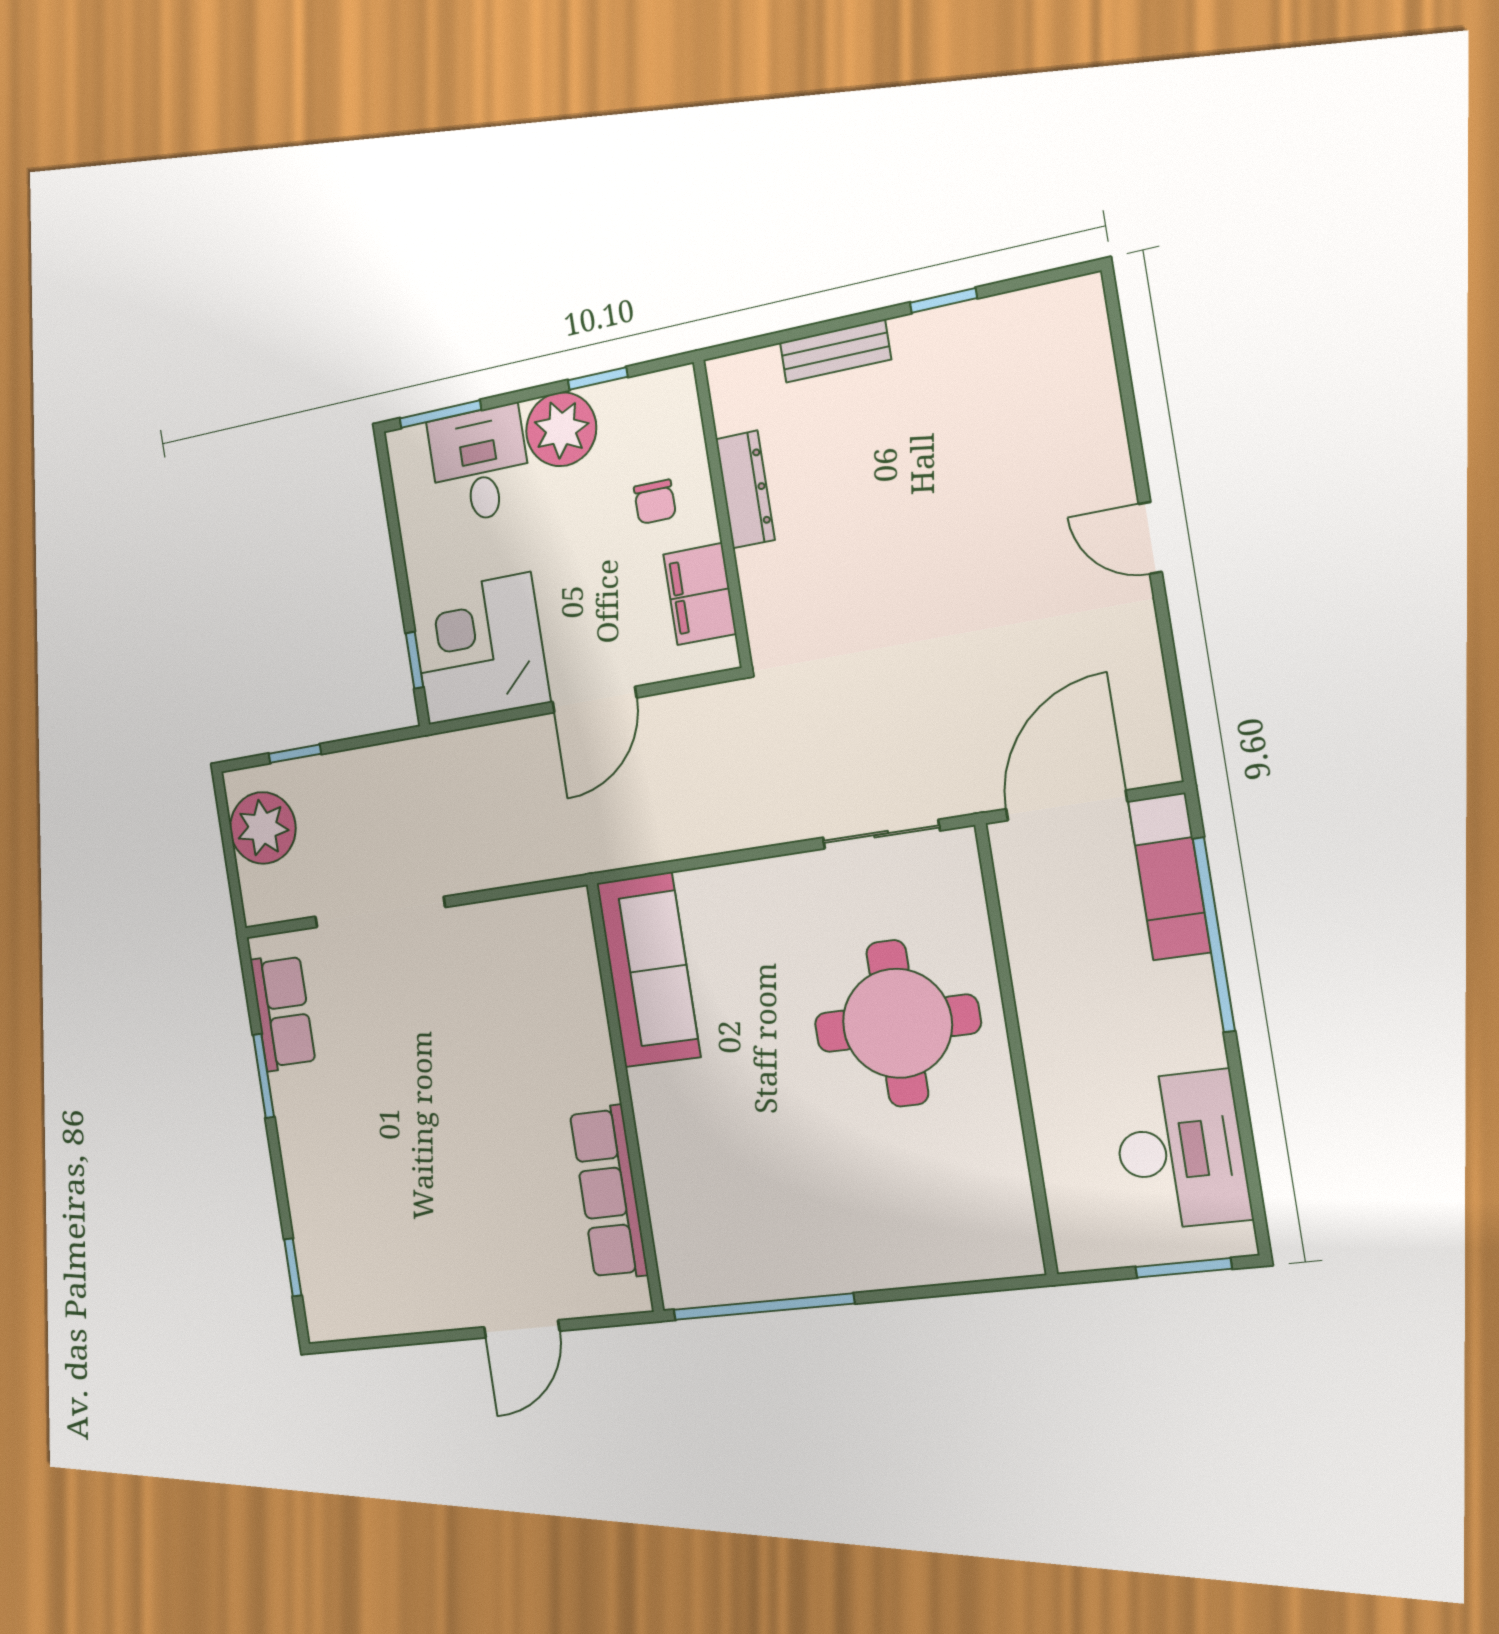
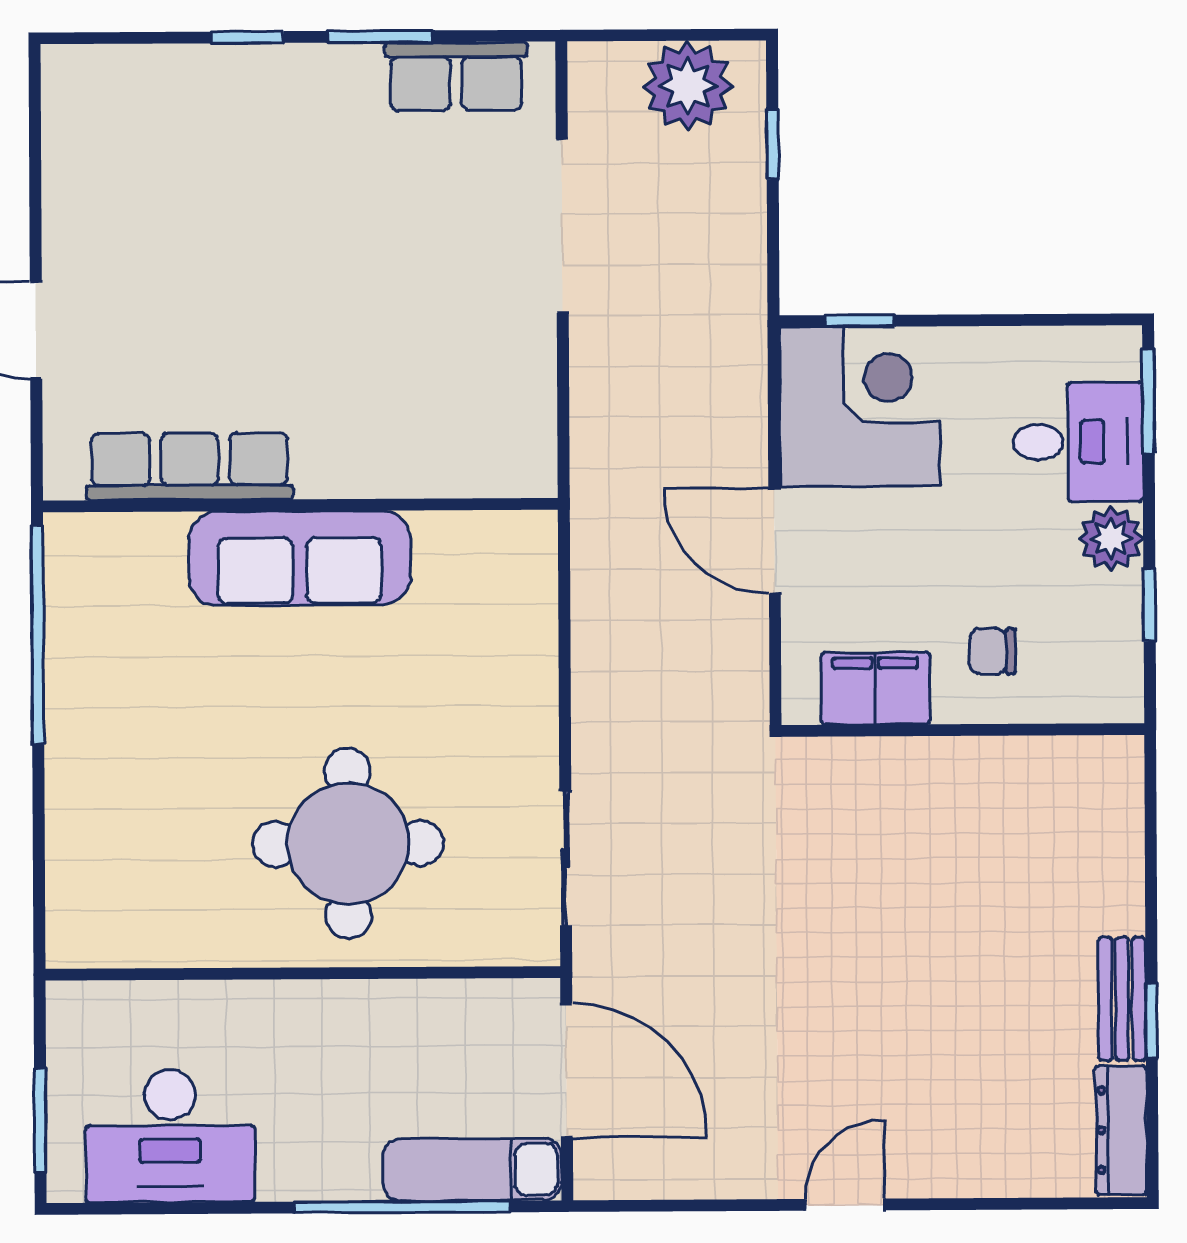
bench: (835, 351) -> (1122, 999), moved
plant: (561, 429) -> (1111, 539), width x0.73, depth x0.73
dresser: (745, 489) -> (1121, 1130), moved, turned 90
sofa: (648, 970) -> (300, 558), moved
window: (293, 1267) -> (247, 37), moved

